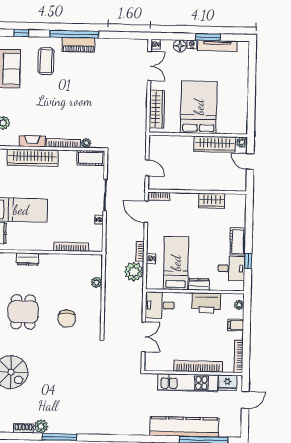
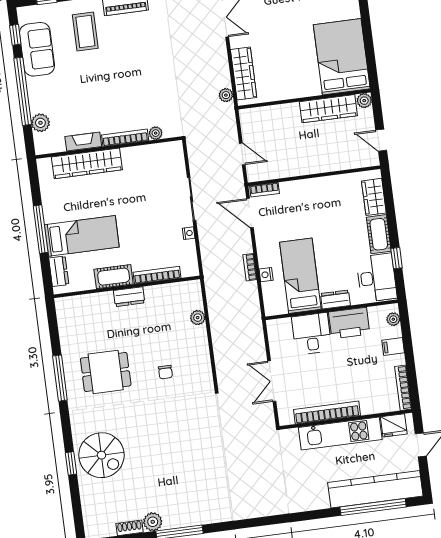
bed: (199, 107) -> (342, 57), moved
cot: (91, 158) -> (114, 277), moved
door: (250, 162) -> (381, 140), moved
wardrobe: (212, 201) -> (374, 197), moved, turned 90
dresser: (28, 259) -> (129, 297), moved
desk: (231, 268) -> (376, 278), width x1.37
plant: (134, 272) -> (226, 95), moved, width x0.53, depth x0.53
desk: (160, 305) -> (312, 334), moved, turned 90
dining table: (23, 312) -> (106, 372), turned 90
chair: (67, 319) -> (165, 372), width x0.54, depth x0.54
double door: (143, 337) -> (272, 381), swing flipped
bookcase: (198, 366) -> (327, 413), moved
kitchen counter: (184, 427) -> (375, 489), moved

